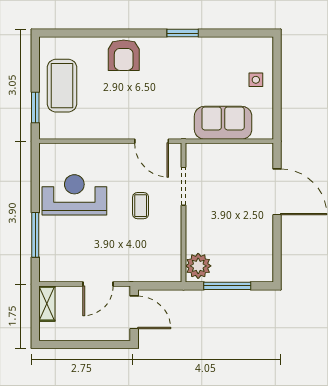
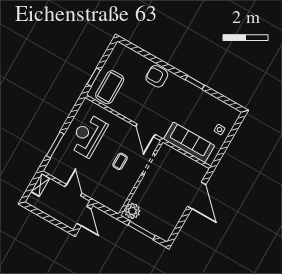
armchair: (124, 55) -> (157, 76), turned 90
coffee table: (62, 86) -> (110, 87), moved
sofa: (223, 123) -> (189, 142), width x1.36
reception desk: (74, 195) -> (88, 135), turned -90
door: (98, 284) -> (74, 190), swing flipped

